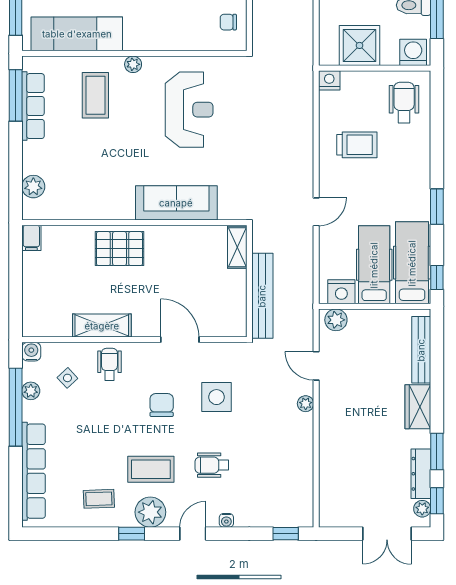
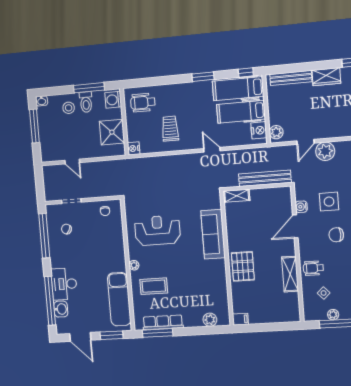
water cooler: (31, 352) -> (301, 207), moved
plant: (306, 404) -> (325, 151), width x1.87, depth x1.87

